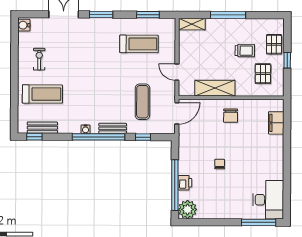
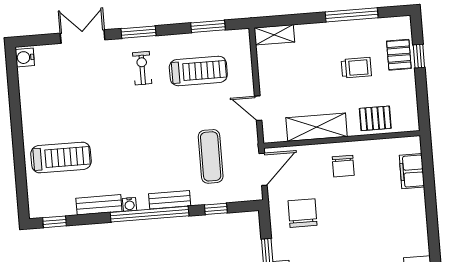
window: (228, 15) -> (352, 15), moved
exercise bike: (39, 59) -> (142, 68), moved
window: (287, 60) -> (419, 56), moved
pallet: (263, 74) -> (375, 118), moved, turned 90
bench: (42, 128) -> (99, 205), moved
chair: (220, 164) -> (302, 213), moved, width x1.87, depth x1.87

